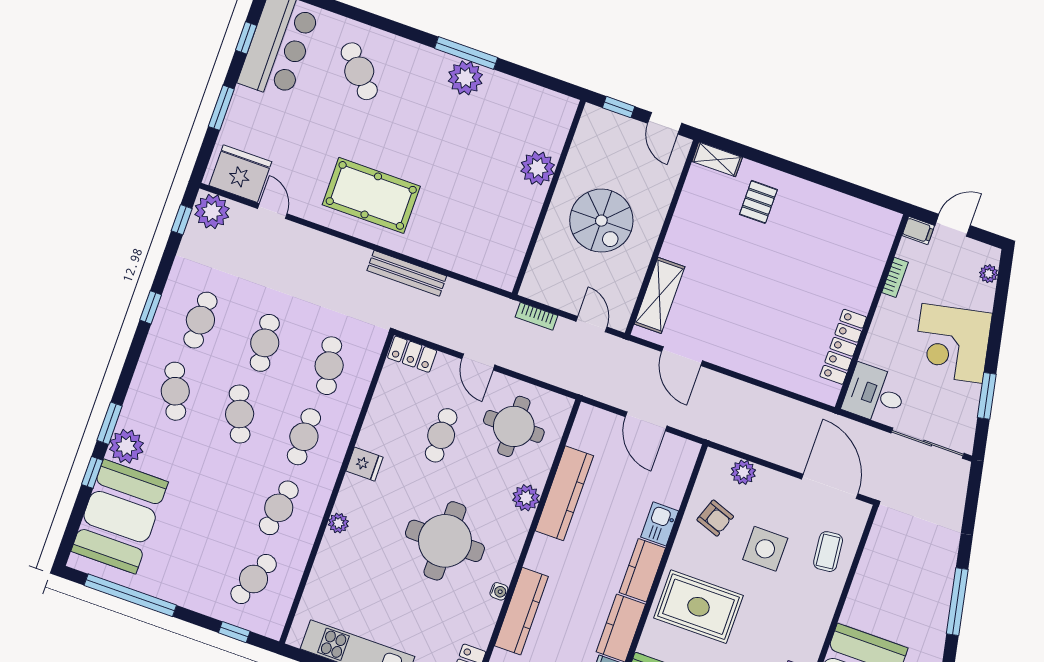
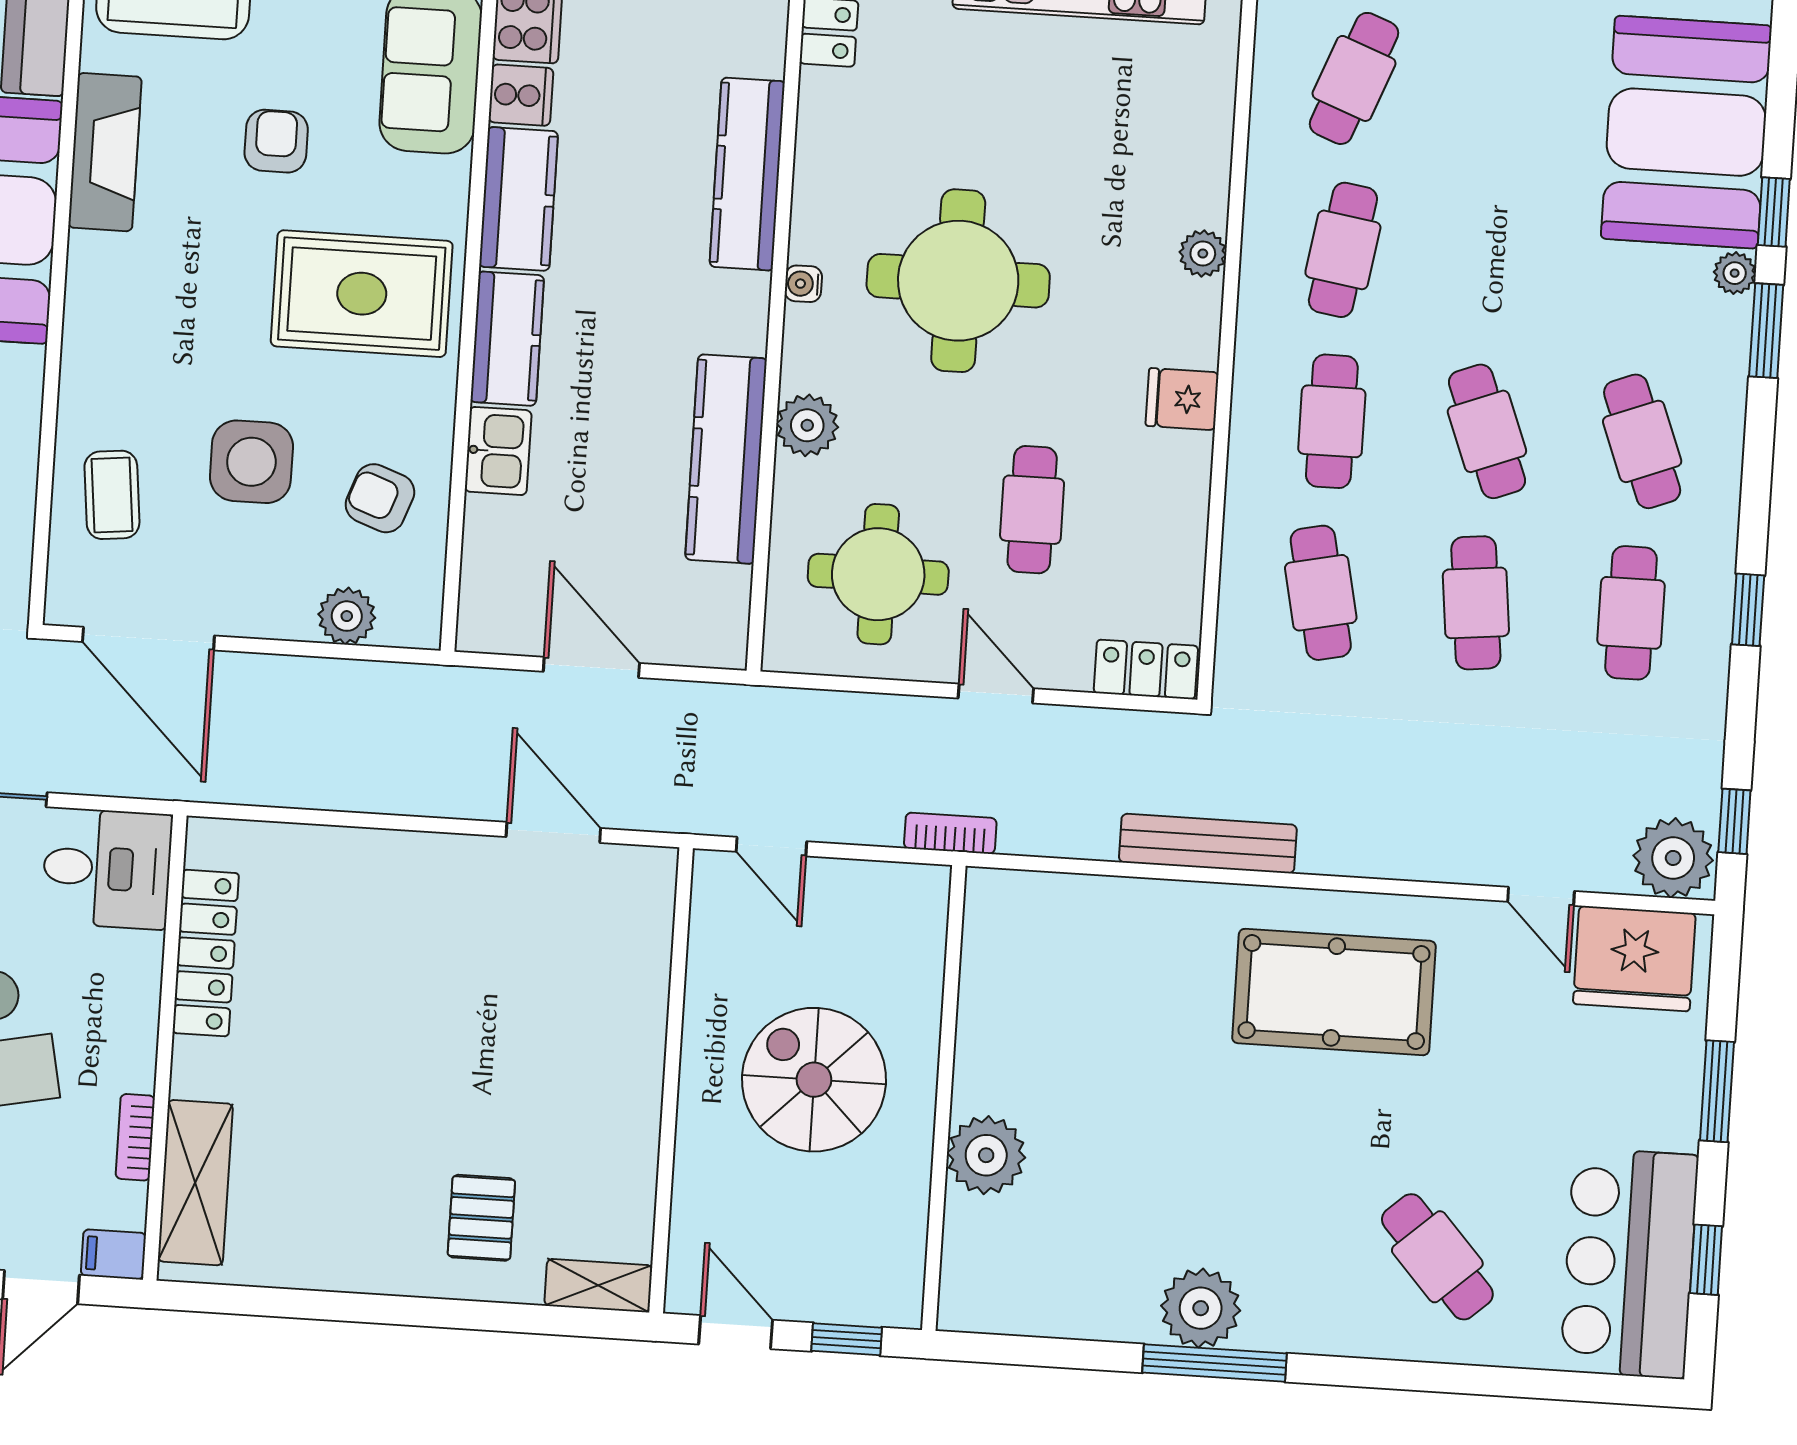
shelving: (659, 295) -> (195, 1183), moved
bookcase: (536, 316) -> (950, 833), moved
plant: (126, 446) -> (1735, 273), width x0.53, depth x0.53
water cooler: (499, 591) -> (803, 284), moved

